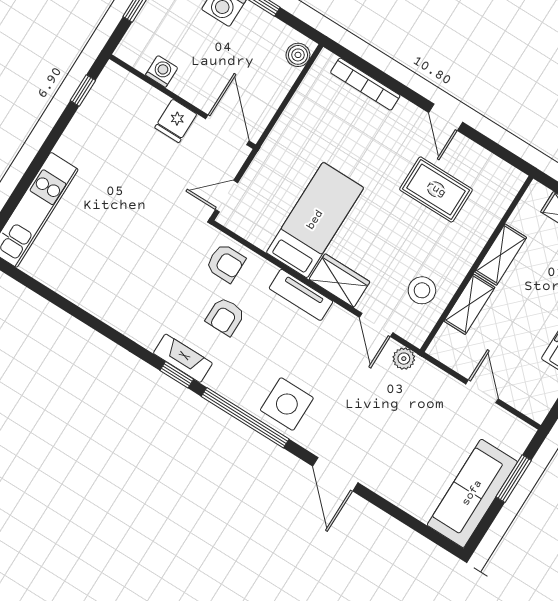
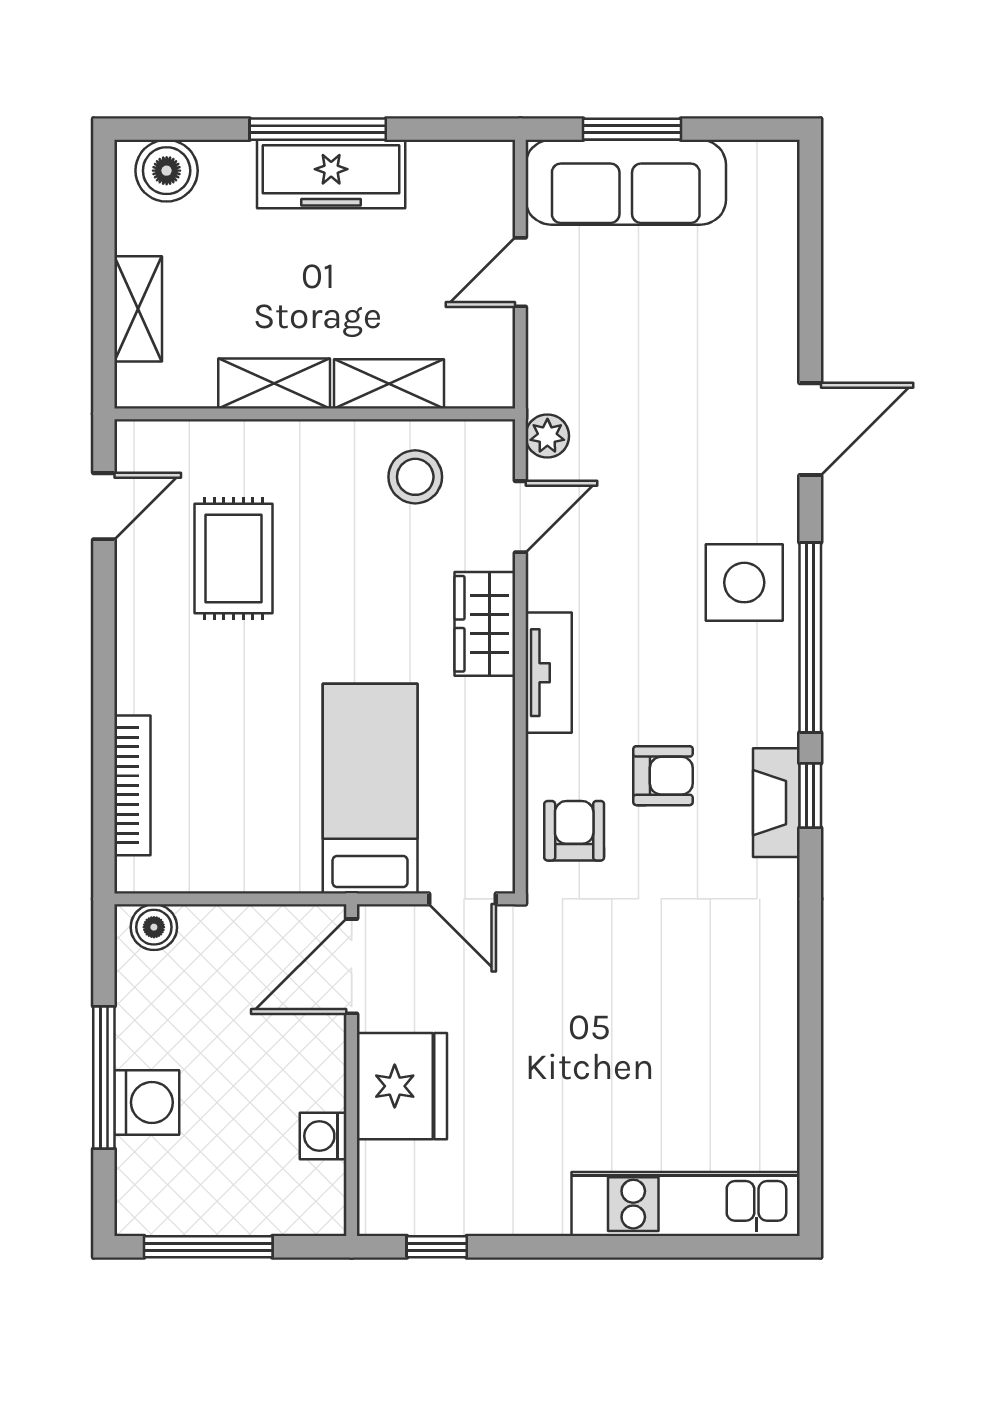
door: (446, 117) -> (104, 506), moved
fridge: (176, 121) -> (402, 1086), width x1.88, depth x1.34
bed: (315, 220) -> (370, 789), moved, turned 90
sofa: (472, 493) -> (626, 182), moved

